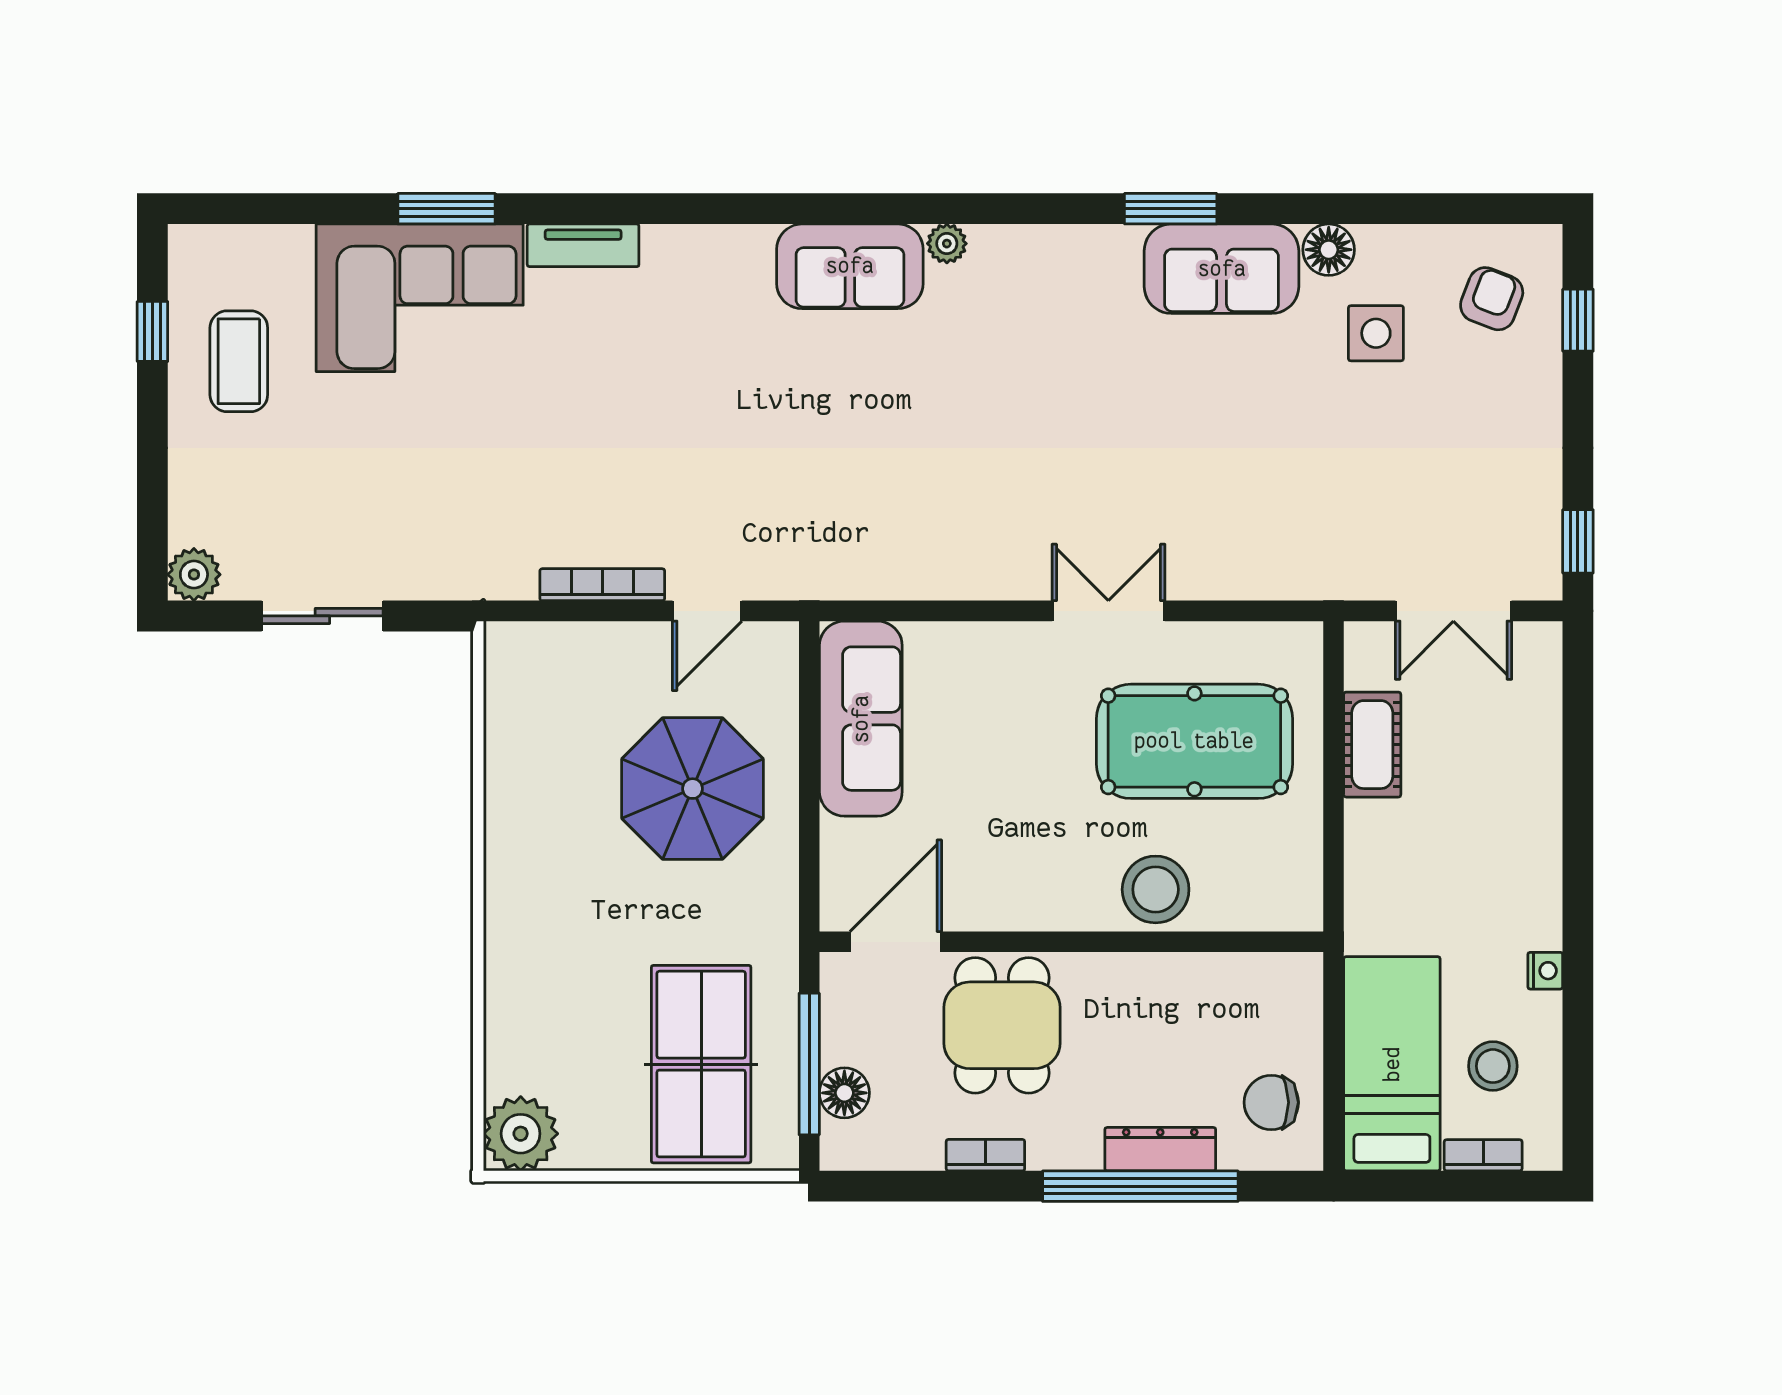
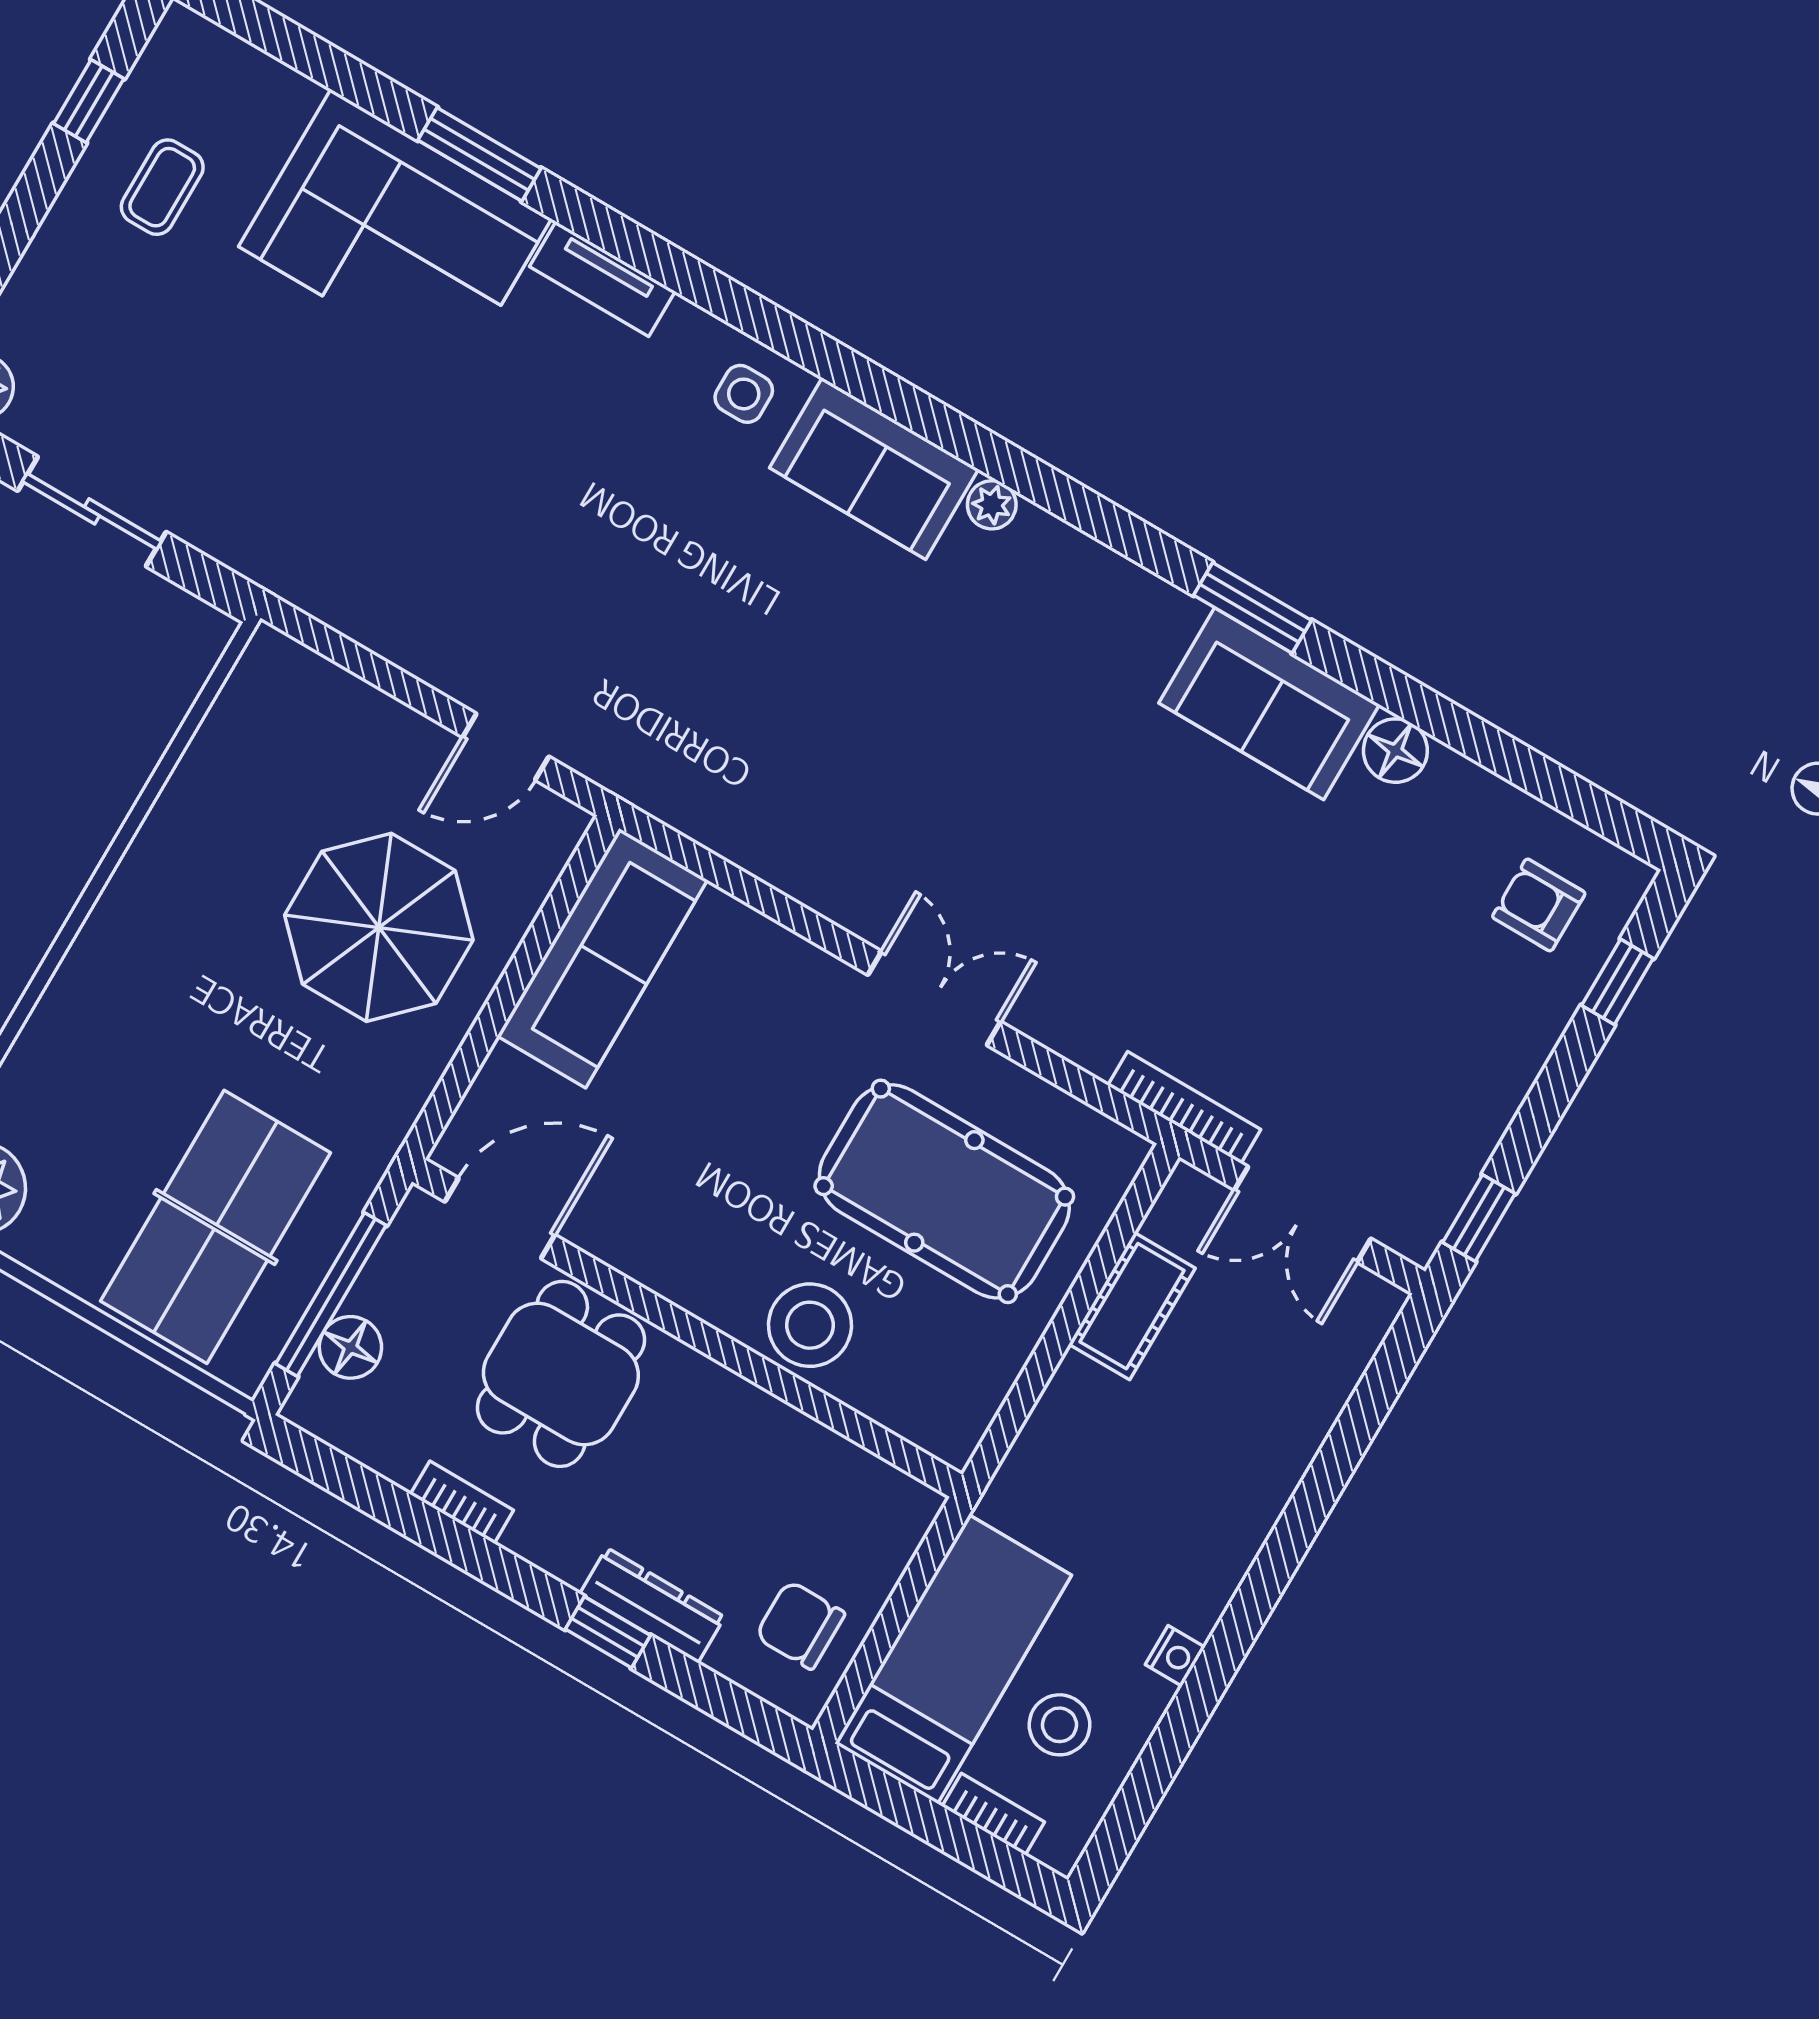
armchair: (1492, 299) -> (1539, 905), turned -111
side table: (1376, 333) -> (744, 394), moved, width x0.73, depth x0.73
coffee table: (239, 361) -> (162, 187), width x0.73, depth x0.77
bookcase: (602, 585) -> (1184, 1107), moved
window: (1140, 1186) -> (608, 1632), width x0.32

